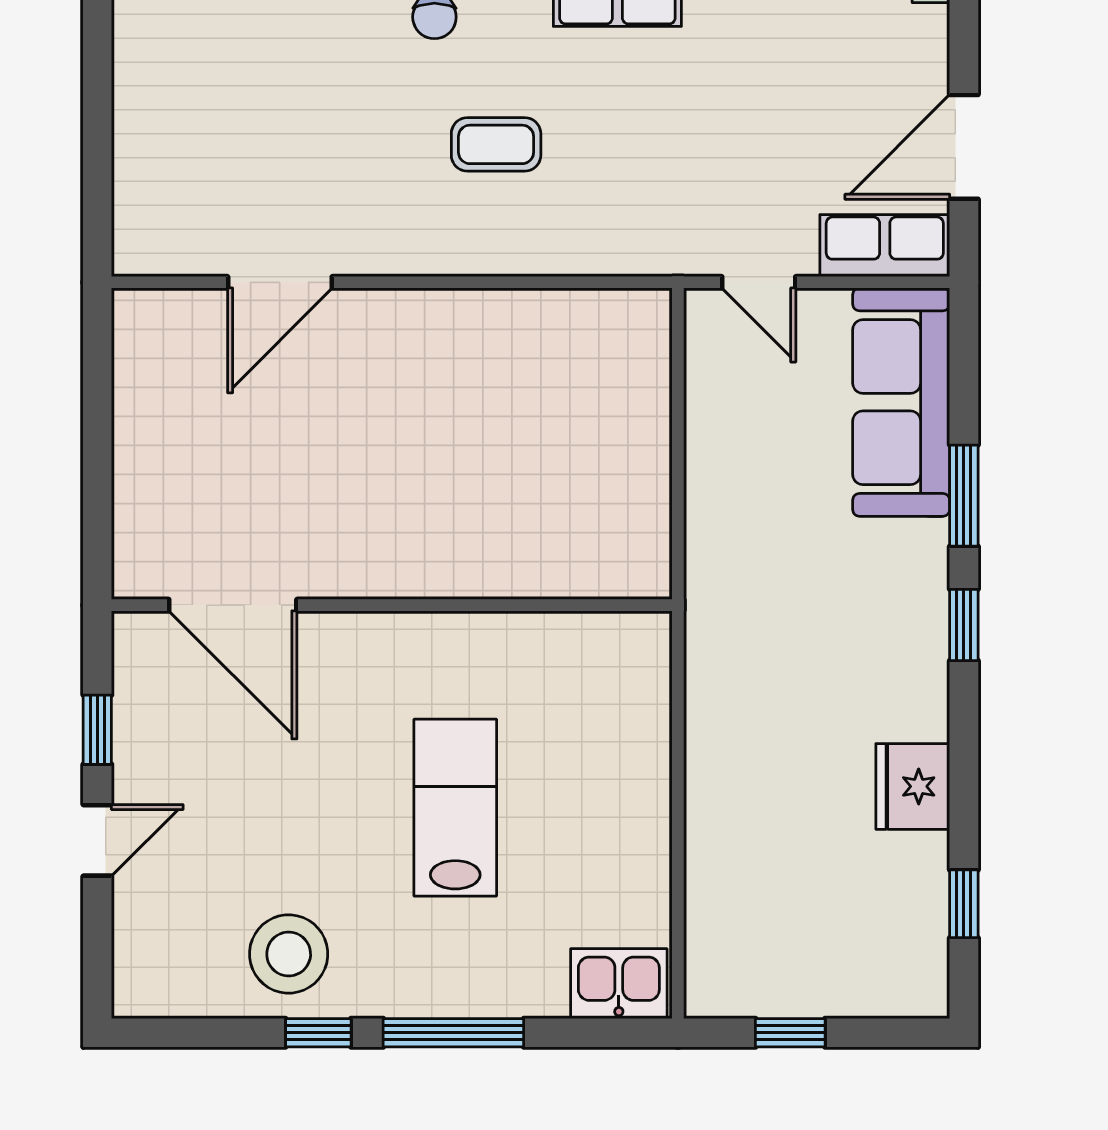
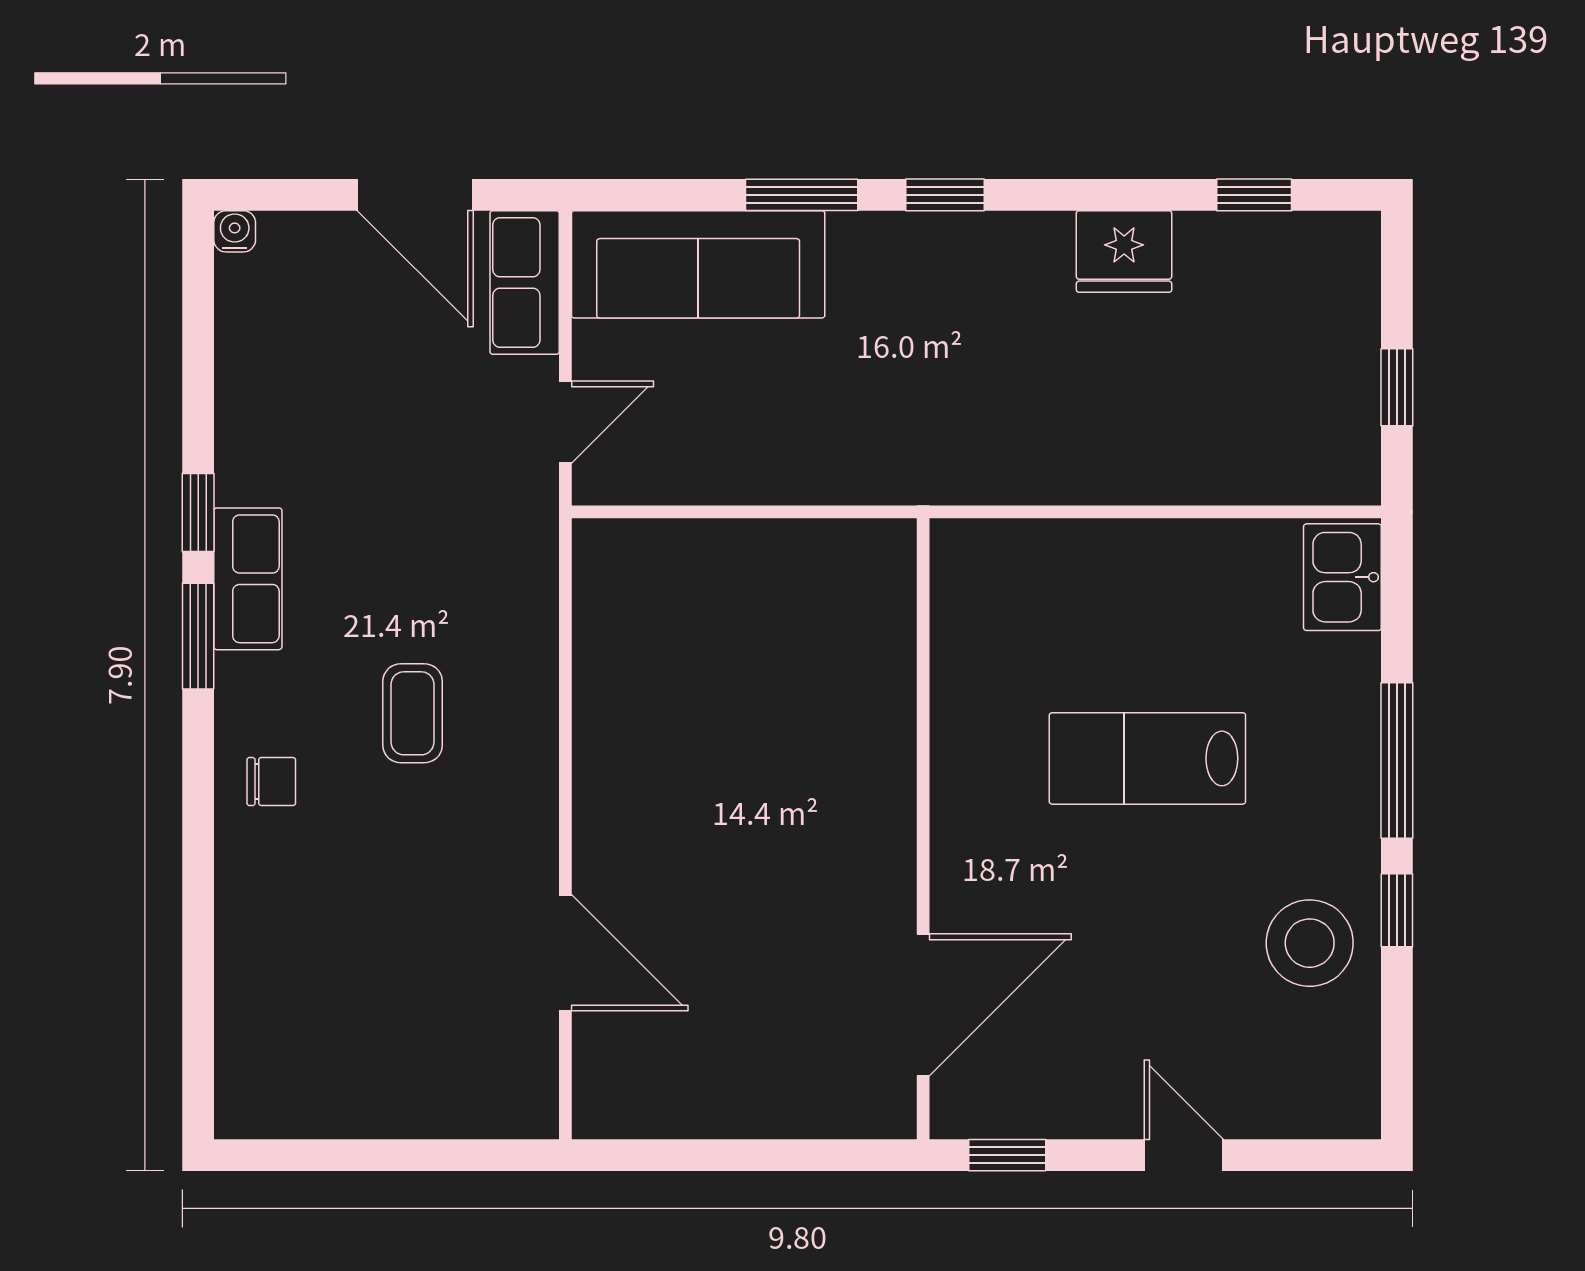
window: (97, 730) -> (1007, 1155), moved

